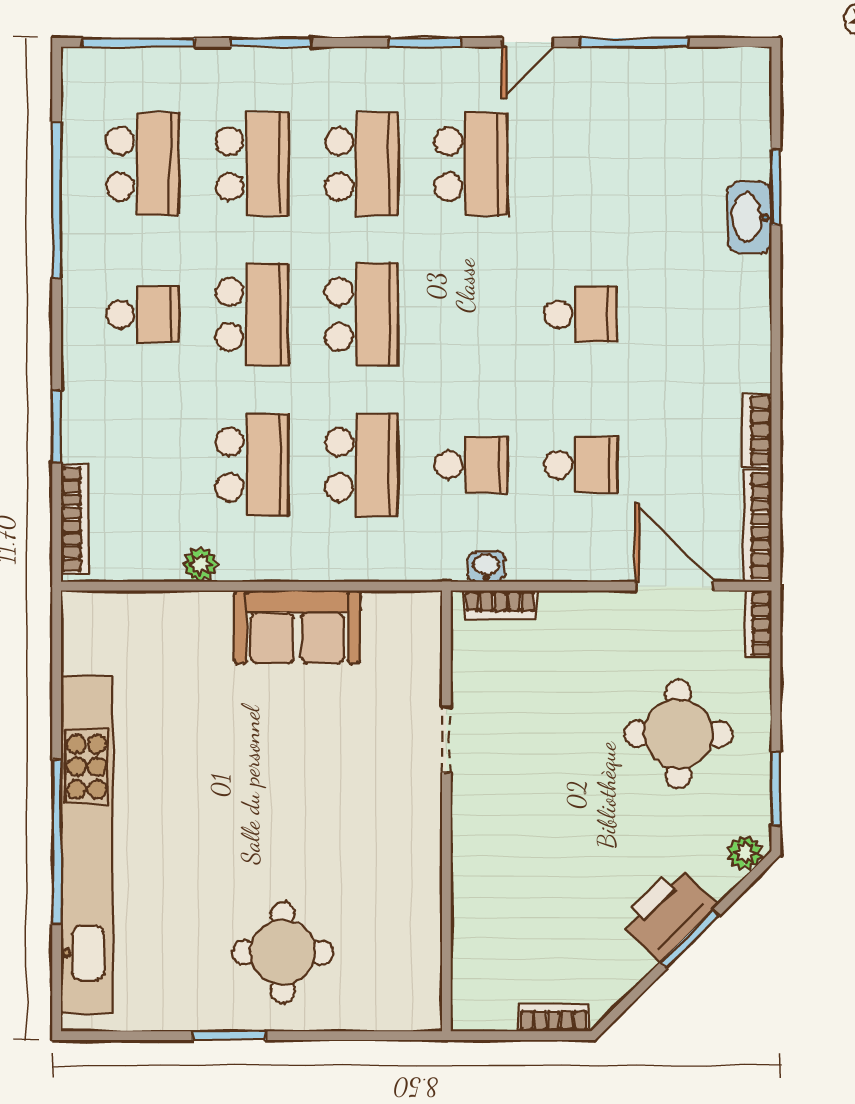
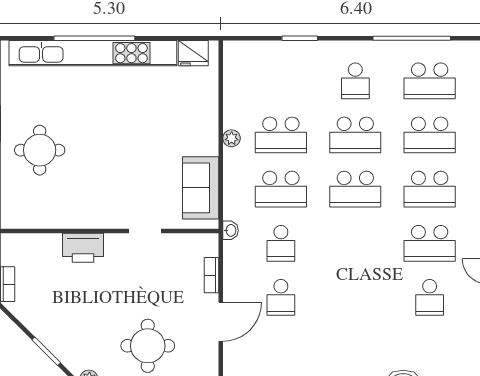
school desk: (581, 314) -> (430, 297), moved
bookcase: (75, 519) -> (254, 47), removed
plant: (200, 564) -> (232, 138), moved
washbasin: (486, 567) -> (231, 230), moved
door: (674, 586) -> (221, 322), moved
bookcase: (500, 605) -> (212, 275), moved
sofa: (297, 627) -> (201, 188), moved
fridge: (87, 642) -> (193, 53), added
printer: (668, 913) -> (83, 248), moved, turned 135

